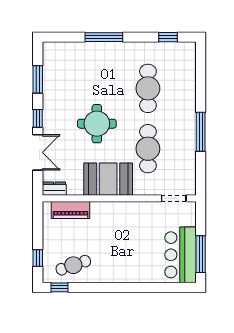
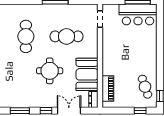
cafe table: (148, 88) -> (26, 36), turned 90
booth: (108, 179) -> (87, 74), moved

